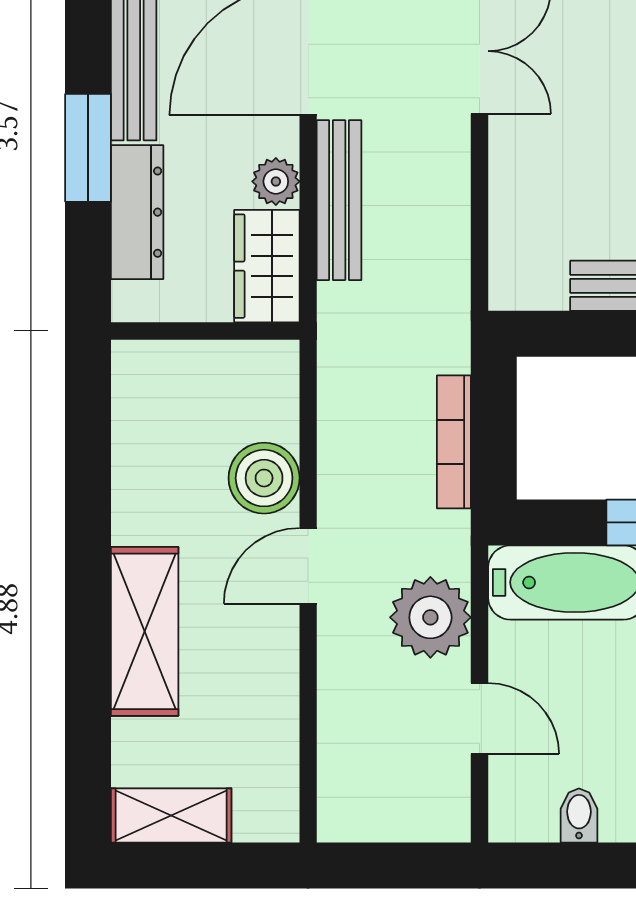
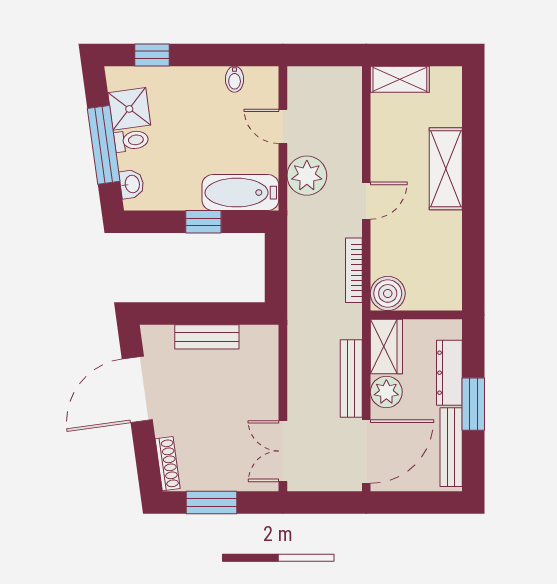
plant: (276, 181) -> (386, 392), width x1.38, depth x1.38
bookcase: (454, 442) -> (354, 270), moved, turned 180
boiler: (264, 478) -> (388, 293), moved
shelving: (171, 815) -> (400, 79), moved

